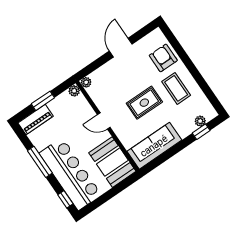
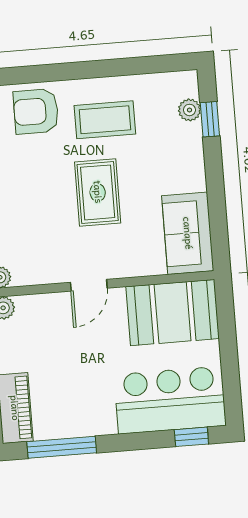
sofa: (154, 146) -> (188, 233), width x0.73
window: (40, 162) -> (62, 447), moved
bar counter: (70, 174) -> (170, 400), width x0.73

